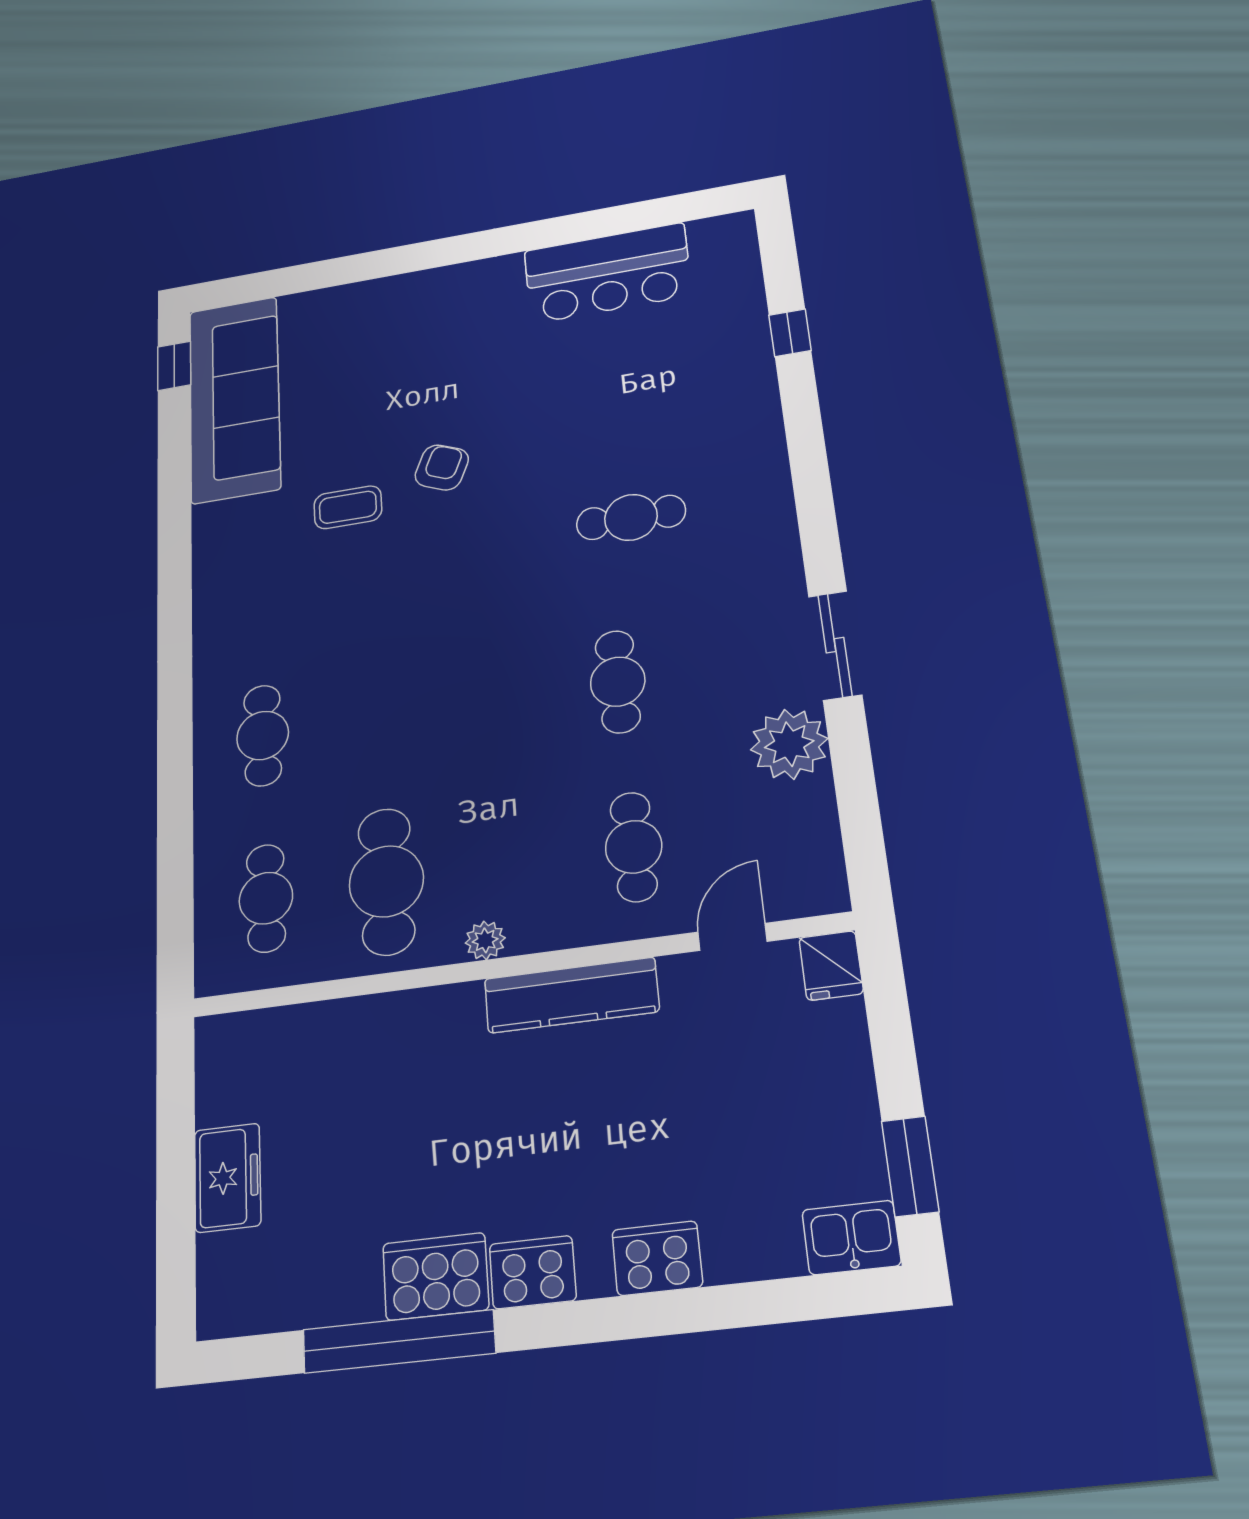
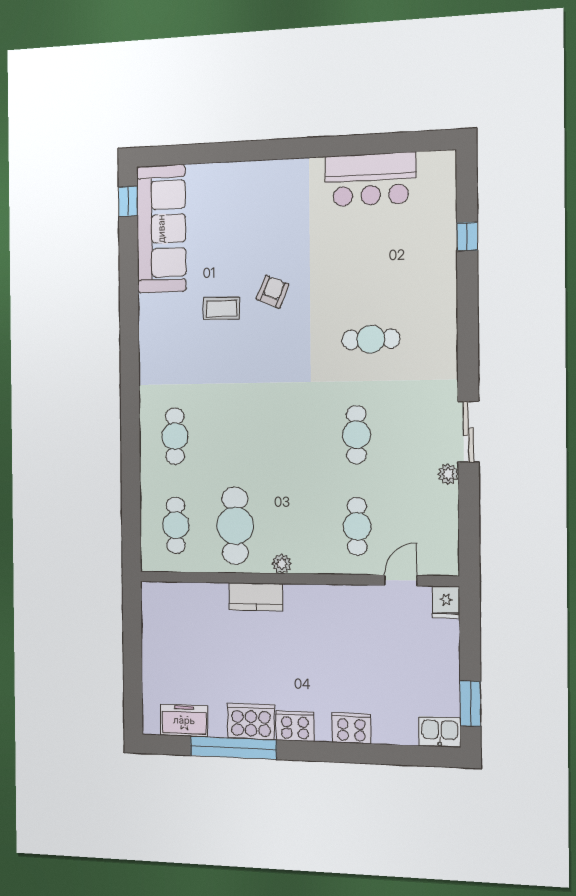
plant: (789, 744) -> (448, 474), width x0.53, depth x0.53
kitchen counter: (571, 995) -> (256, 597), moved, width x0.67
freezer: (227, 1178) -> (184, 720), moved, turned -90

